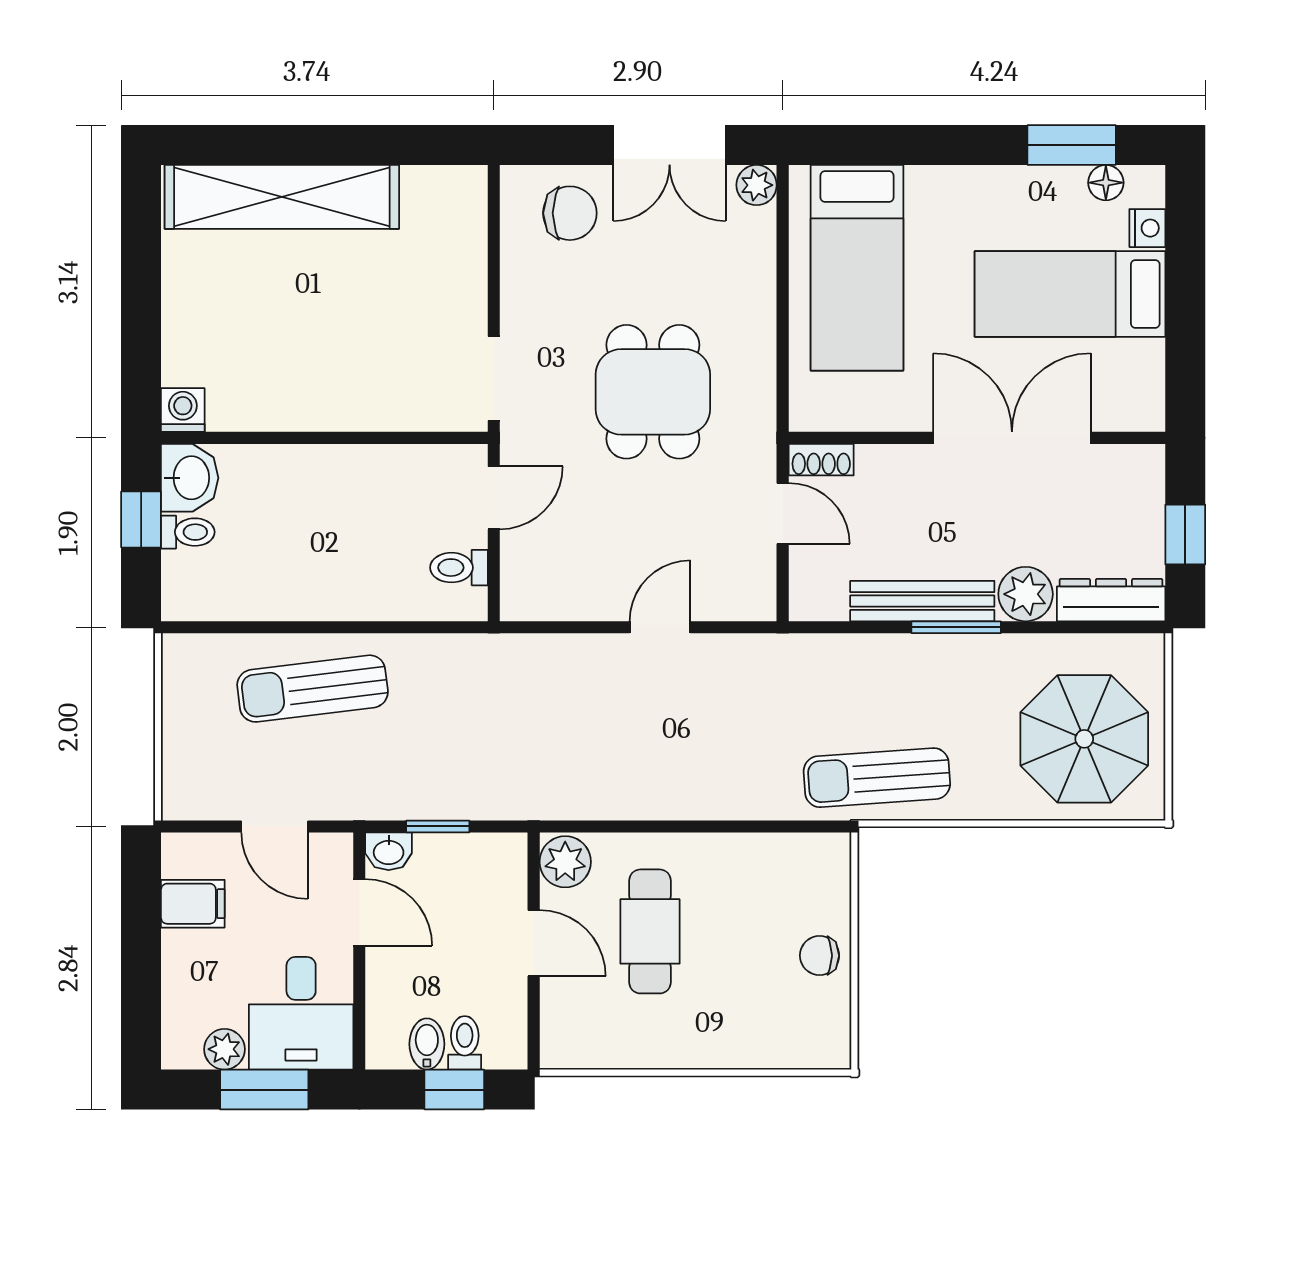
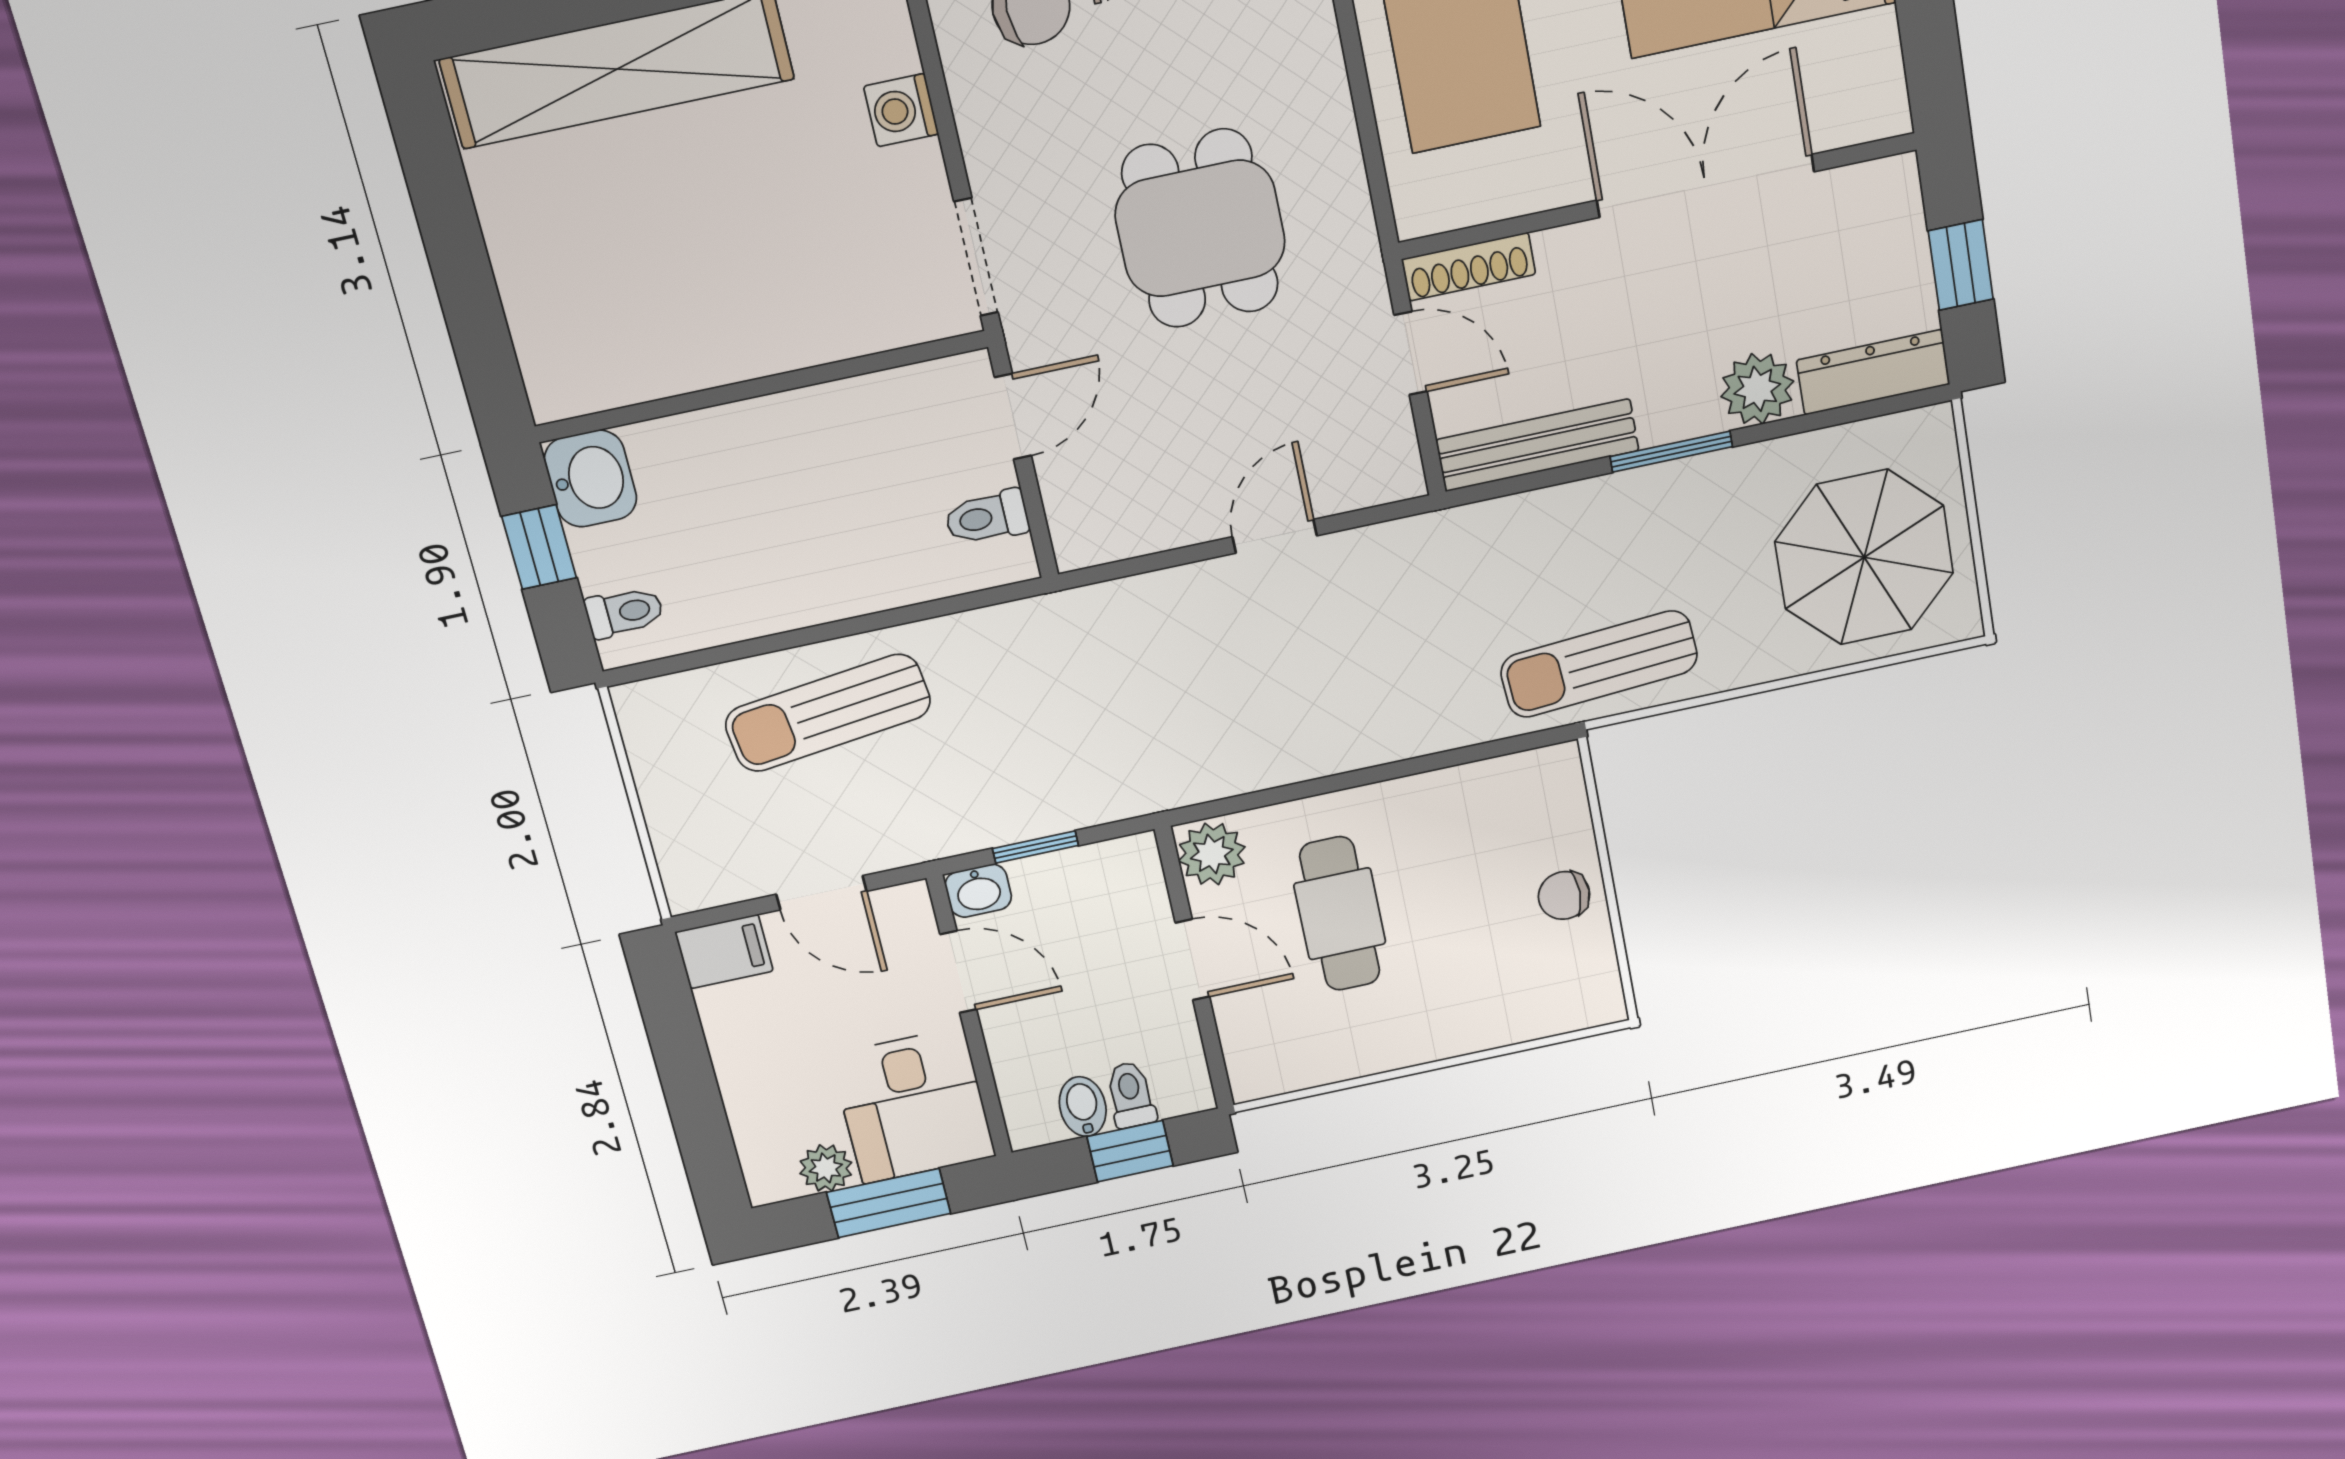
washing machine: (183, 410) -> (901, 110), moved, turned -90
shoe rack: (821, 460) -> (1469, 267), width x1.43
toilet: (188, 532) -> (624, 612), moved
bench: (922, 601) -> (1538, 445), moved
filing cabinet: (193, 904) -> (724, 952), moved

